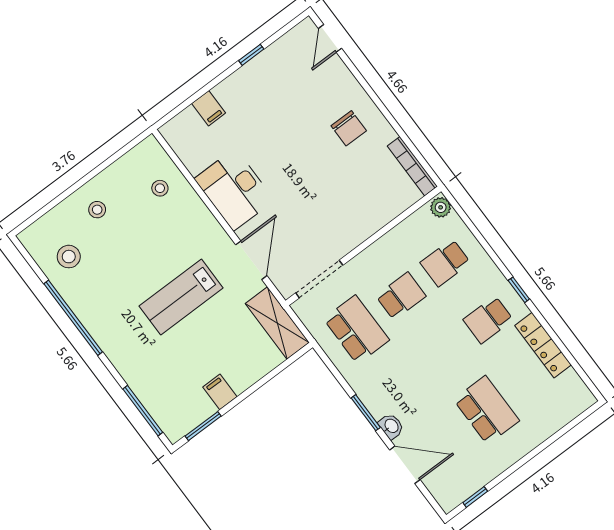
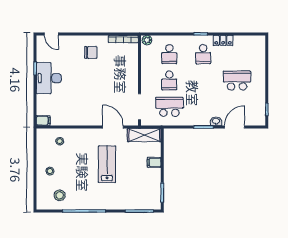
filing cabinet: (209, 108) -> (43, 121), moved
desk: (234, 190) -> (49, 78), moved, turned 90
school desk: (401, 296) -> (169, 80), turned 180
lab bench: (181, 297) -> (107, 164), turned 180
locker: (543, 345) -> (223, 40), width x0.66
filing cabinet: (220, 392) -> (154, 162), moved

